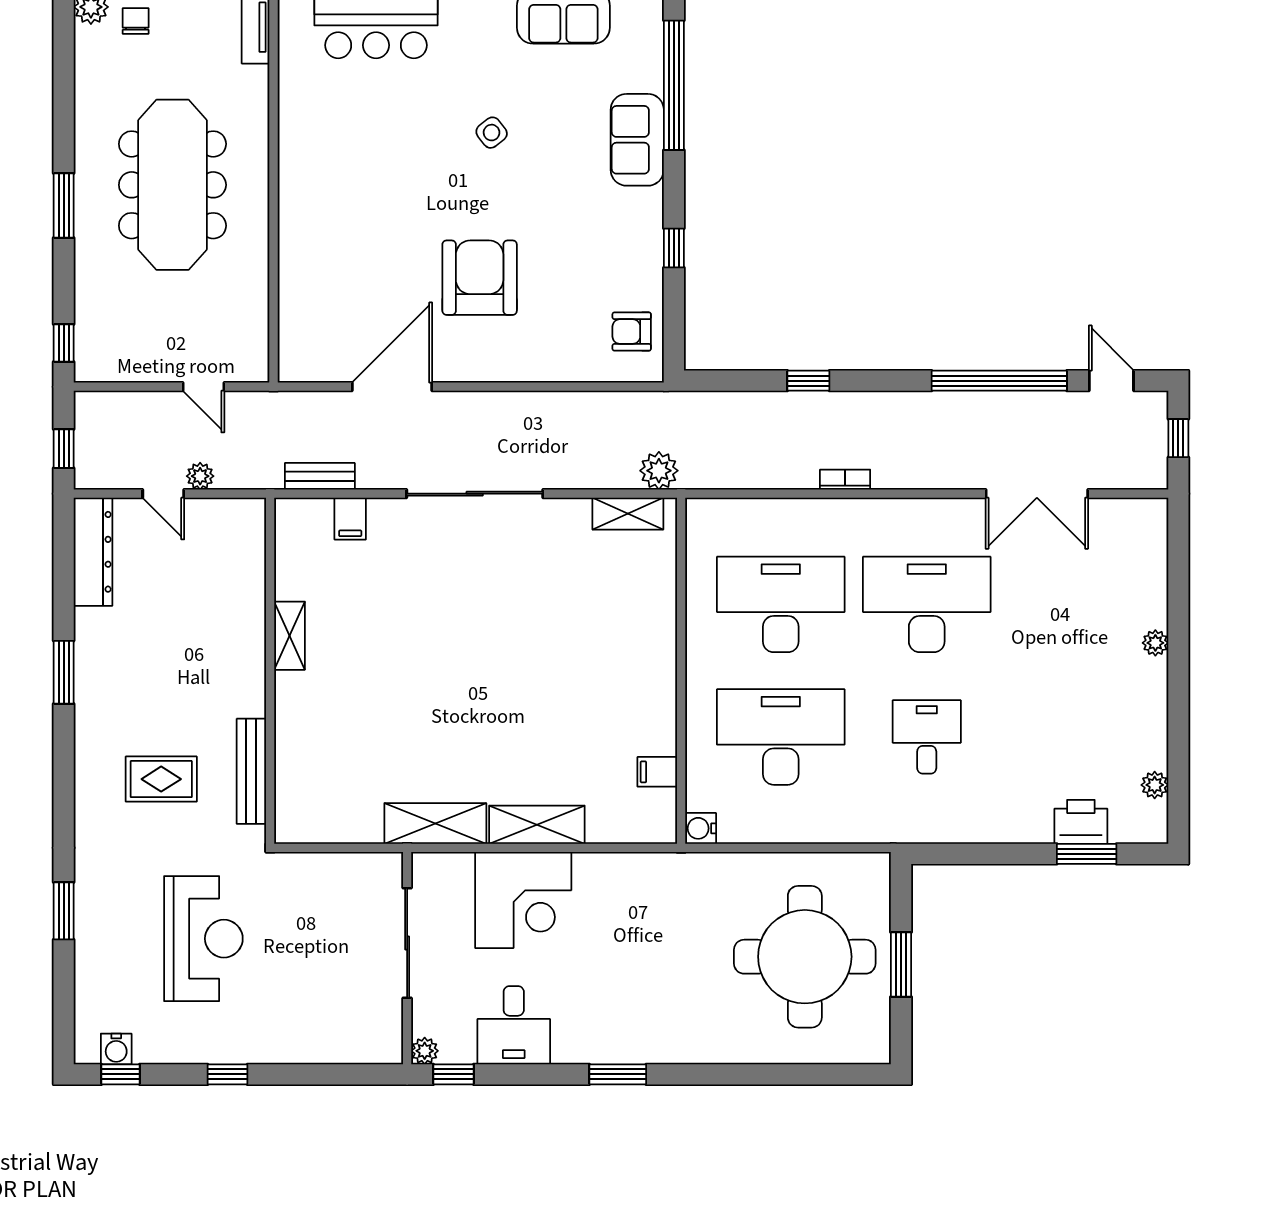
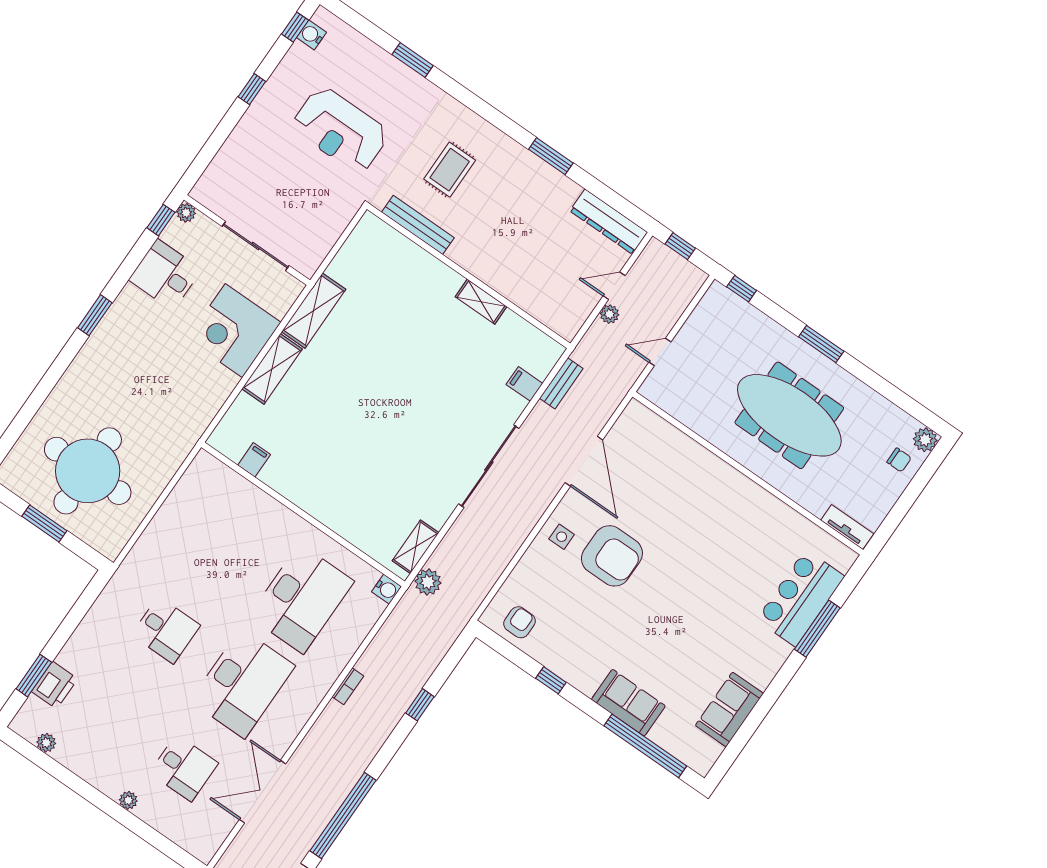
side table: (492, 133) -> (562, 537), moved, turned 38
desk: (781, 737) -> (184, 768), moved, width x0.53, depth x0.77
water cooler: (701, 828) -> (387, 589), moved, turned 90

